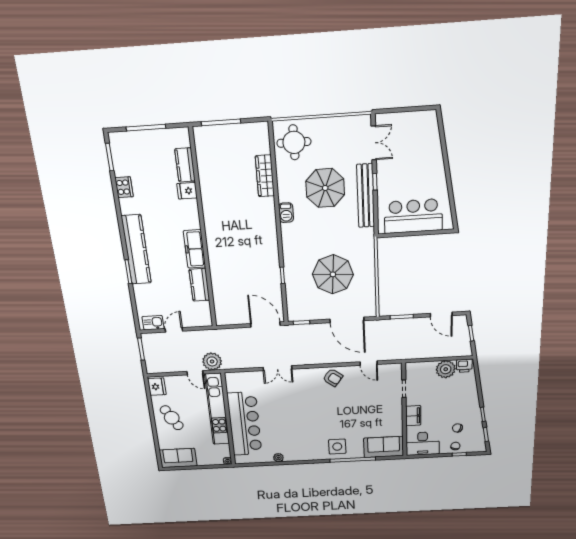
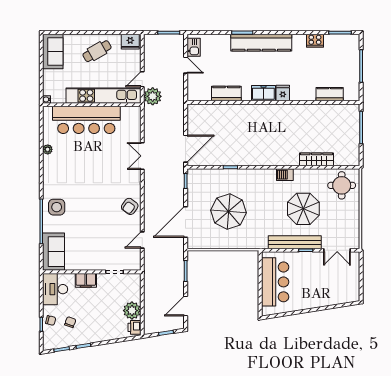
fridge: (187, 191) -> (283, 93), moved
freezer: (195, 249) -> (263, 93), width x0.71

